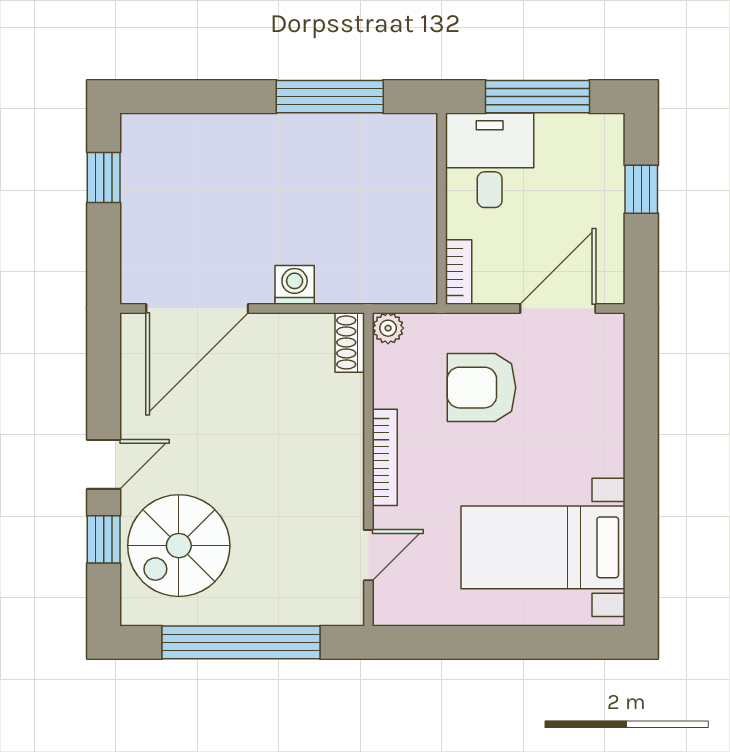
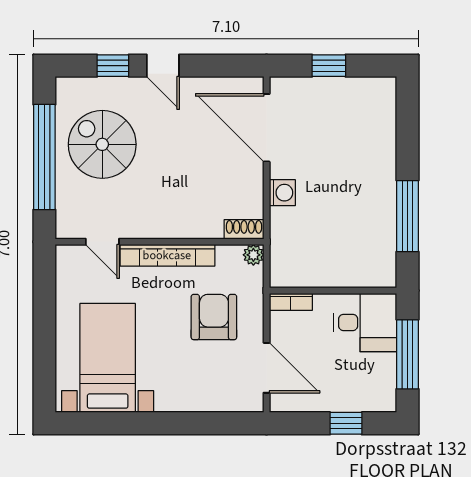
window: (104, 178) -> (329, 66), moved
bookcase: (385, 457) -> (167, 255), width x1.48, depth x1.31
spiral stairs: (179, 546) -> (102, 144), moved

